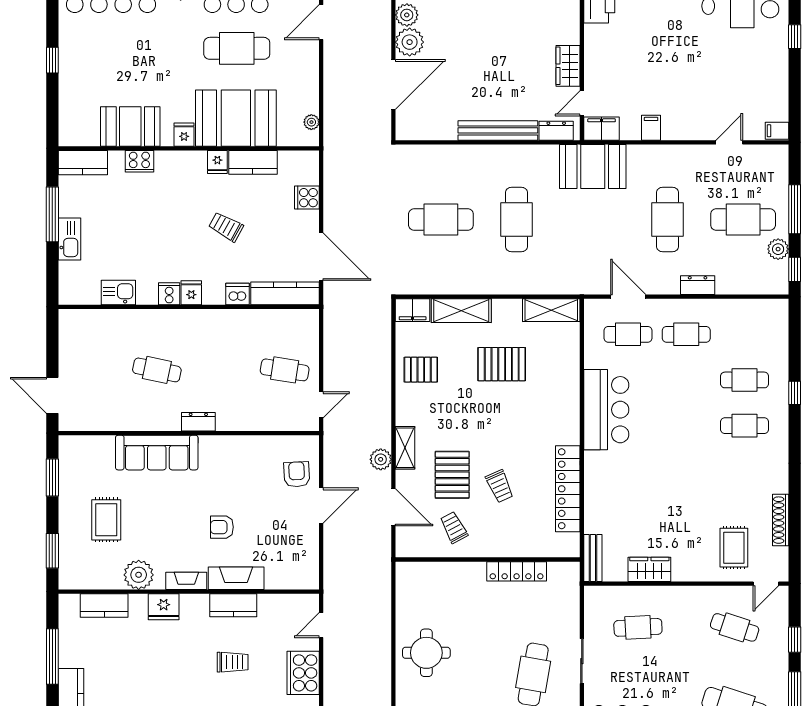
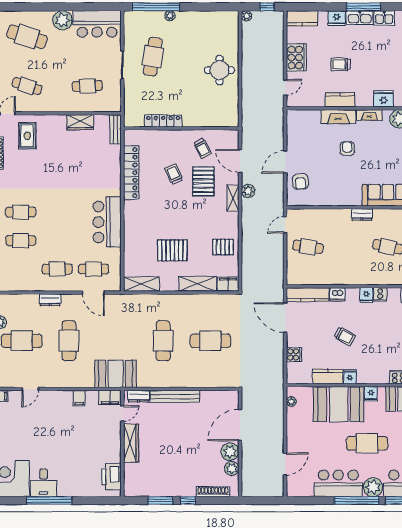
cafe table: (237, 48) -> (367, 443), moved
wardrobe: (568, 66) -> (131, 443), width x1.50
armchair: (222, 527) -> (347, 149), turned -90

